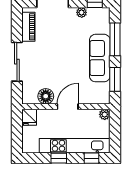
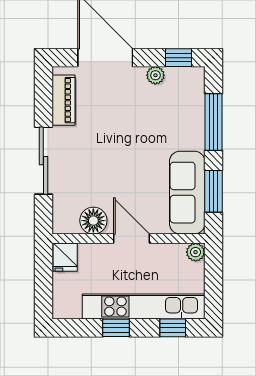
sofa: (100, 58) -> (187, 193), moved
door: (68, 107) -> (131, 238), hinge flipped

